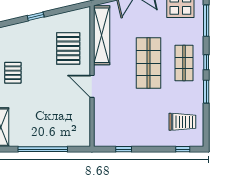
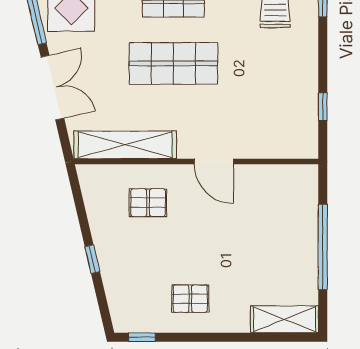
pallet: (68, 48) -> (148, 203), width x0.67, depth x0.71
door: (92, 86) -> (214, 161), hinge flipped

